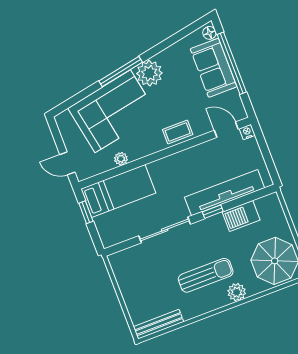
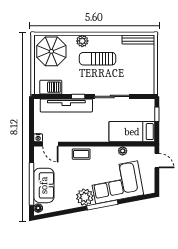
window: (86, 212) -> (157, 114), moved
barbecue: (241, 216) -> (51, 87), moved

